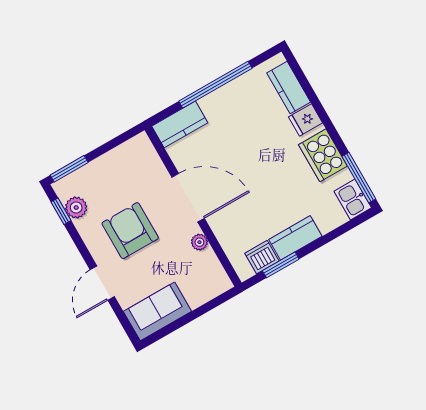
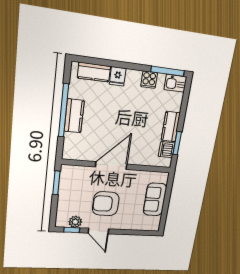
kitchen counter: (180, 124) -> (74, 116), moved
cooker: (323, 155) -> (149, 80), width x0.53, depth x0.76
window: (69, 169) -> (56, 183), moved
plant: (199, 242) -> (136, 175), removed
door: (102, 283) -> (98, 231), moved
sofa: (157, 311) -> (155, 199), moved

